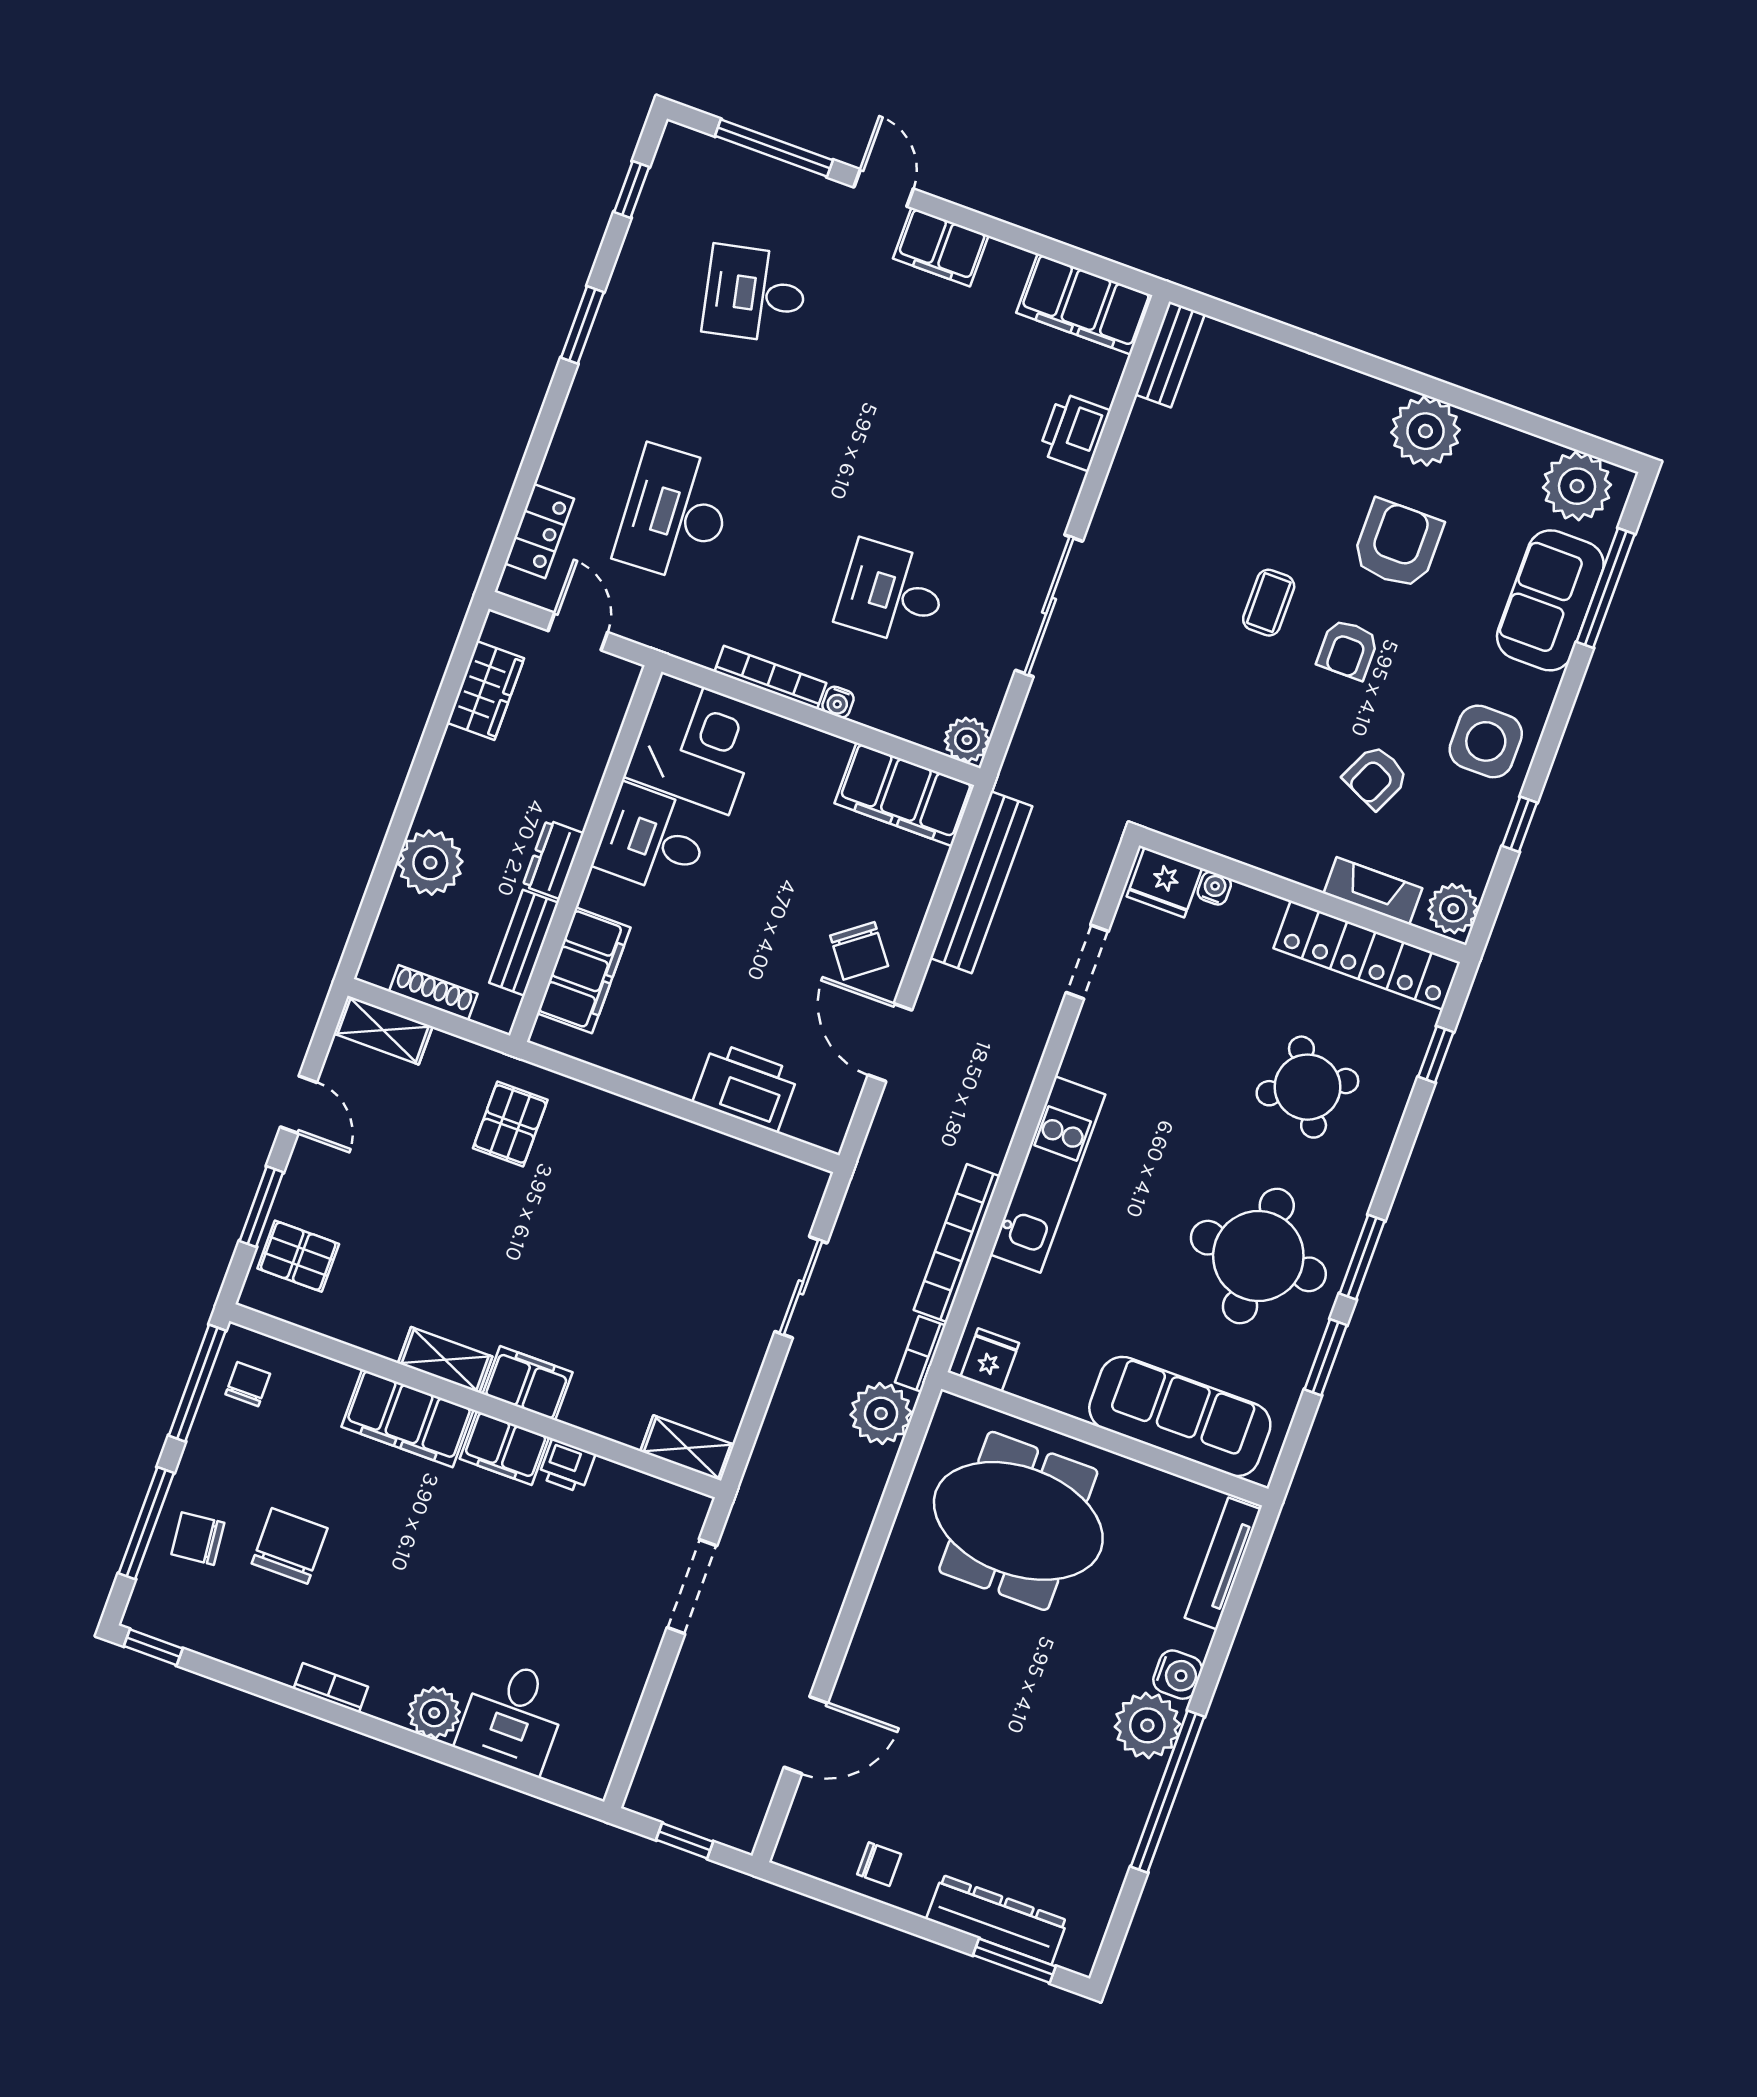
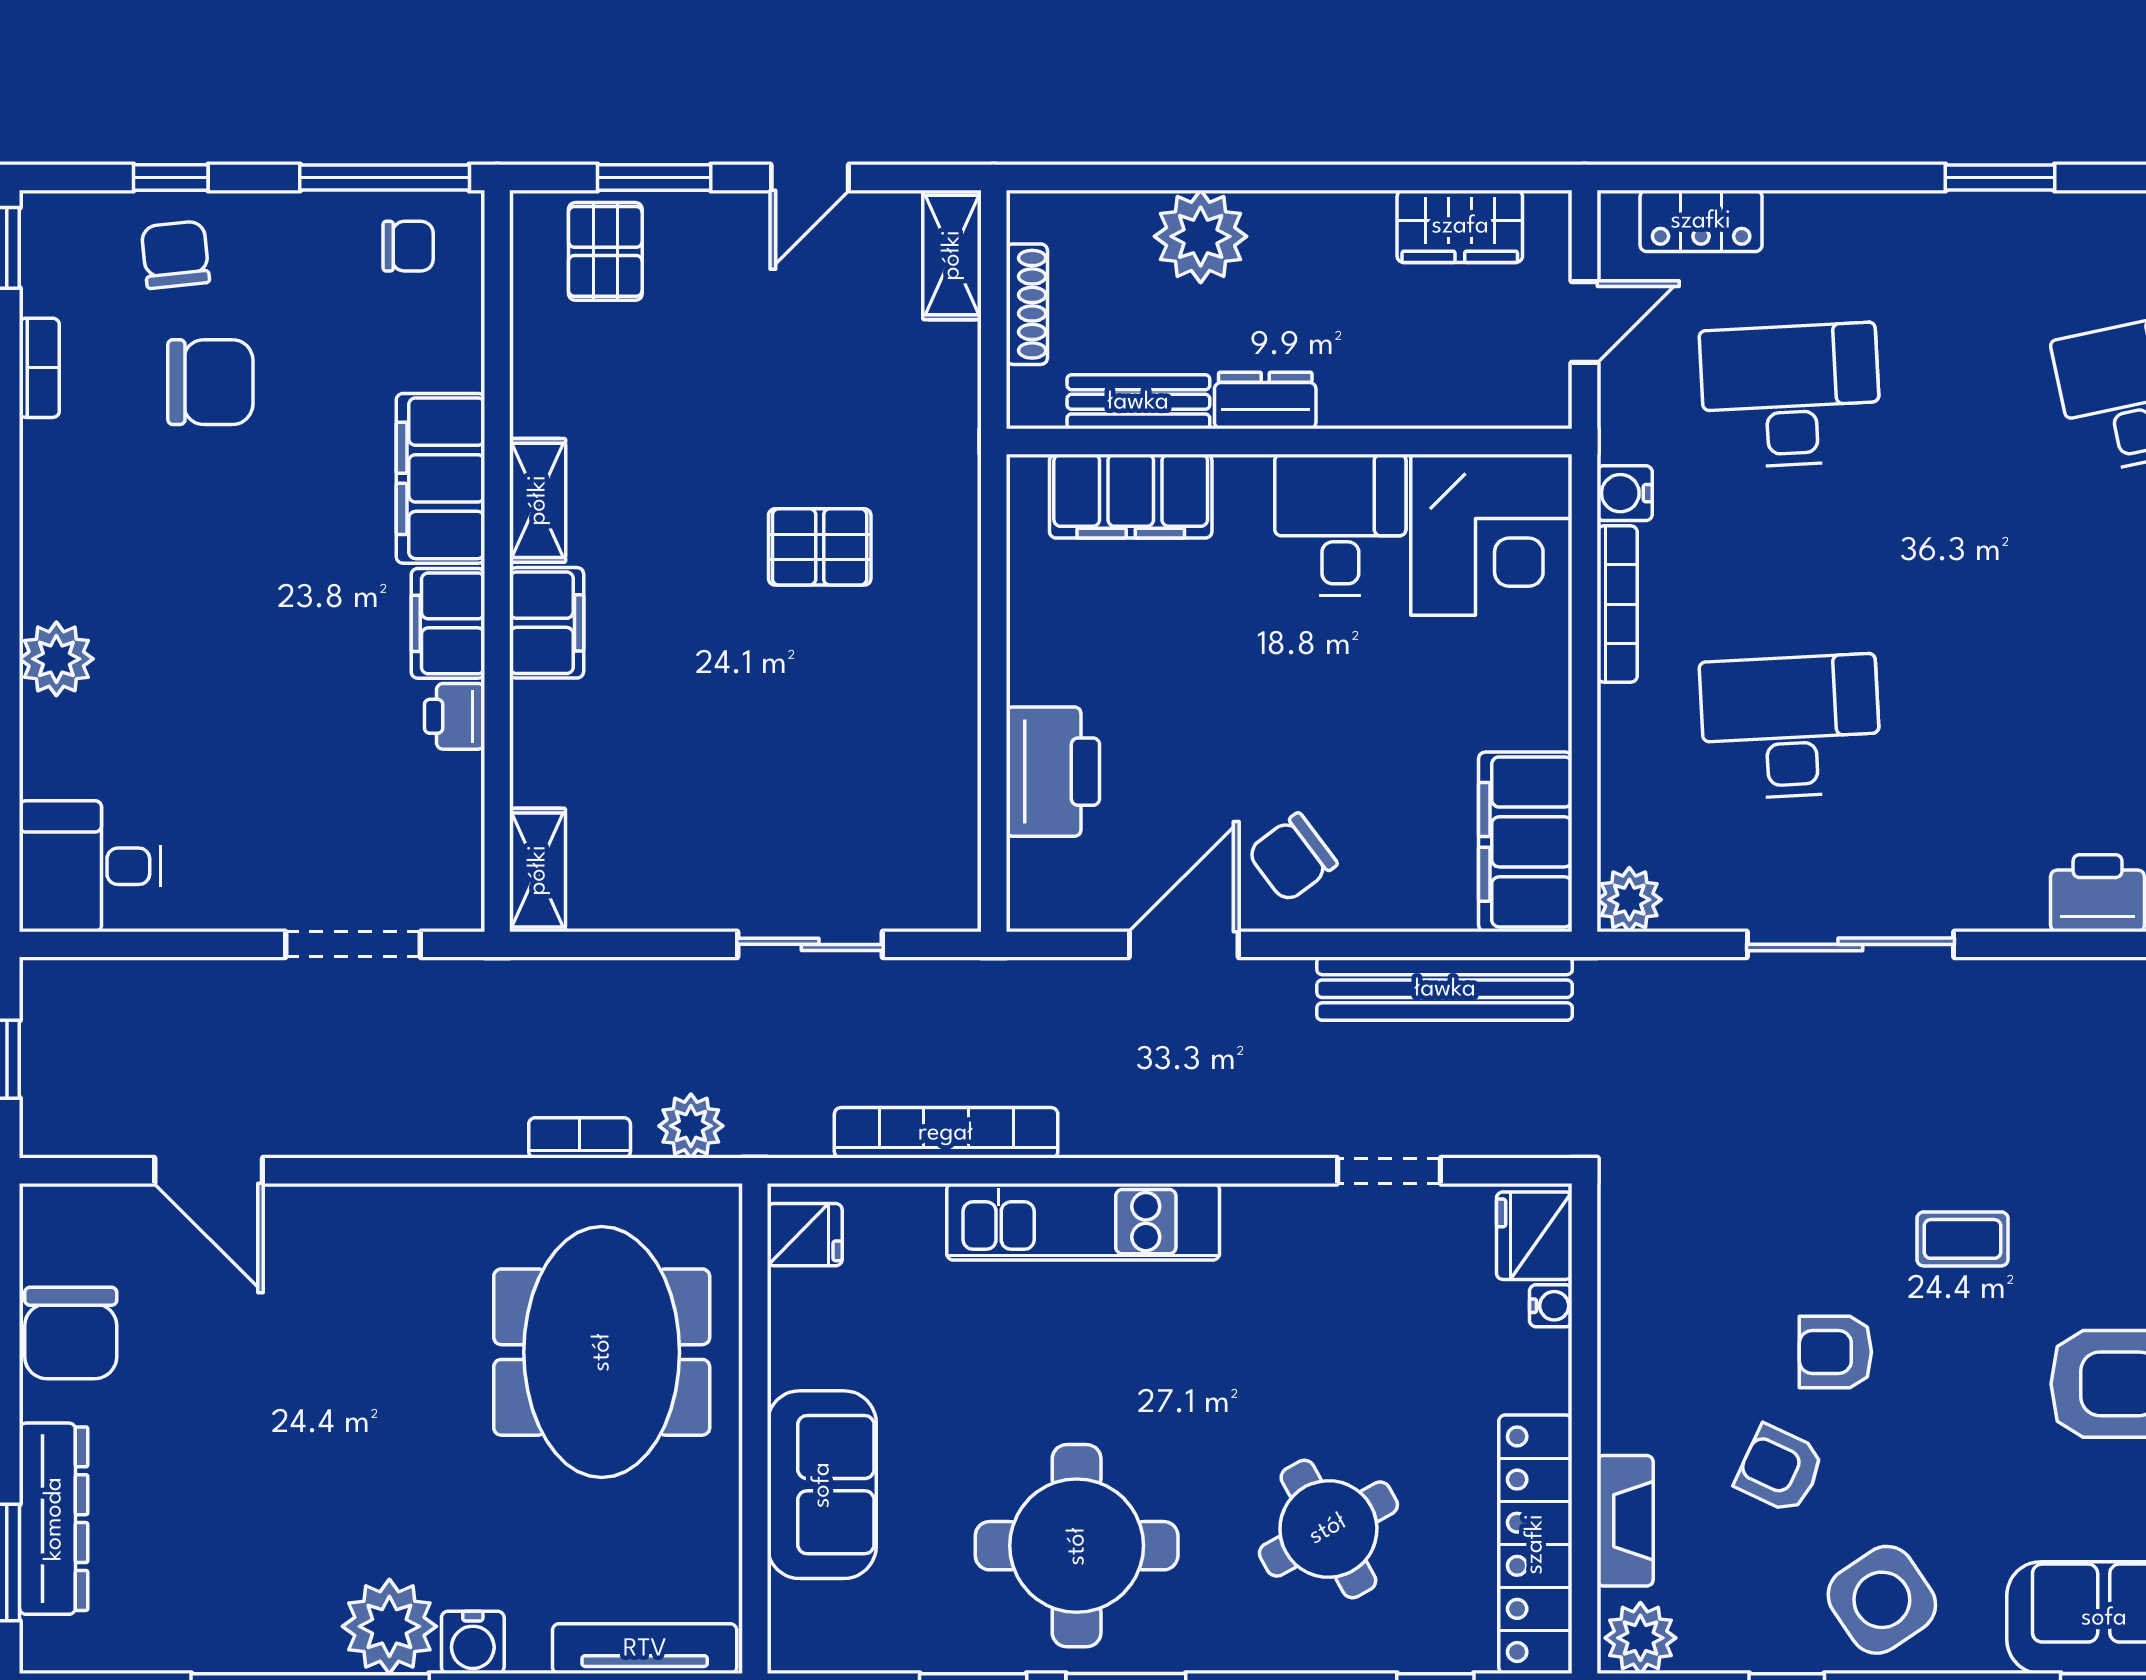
desk: (892, 593) -> (1790, 727), width x1.37
armchair: (1348, 649) -> (1835, 1352), moved
water cooler: (838, 702) -> (1625, 493), moved, width x1.38, depth x1.38
side table: (1486, 741) -> (1882, 1600), turned -34
pallet: (510, 1124) -> (820, 547), moved
bookcase: (920, 1354) -> (580, 1138), moved
plant: (881, 1414) -> (691, 1126), width x0.73, depth x0.73
sofa: (1180, 1416) -> (822, 1485), width x0.73
window: (146, 1523) -> (171, 178), width x0.46
bookcase: (331, 1688) -> (39, 368), moved
desk: (513, 1716) -> (90, 866), moved
chair: (879, 1864) -> (71, 1333), width x1.87, depth x1.87

